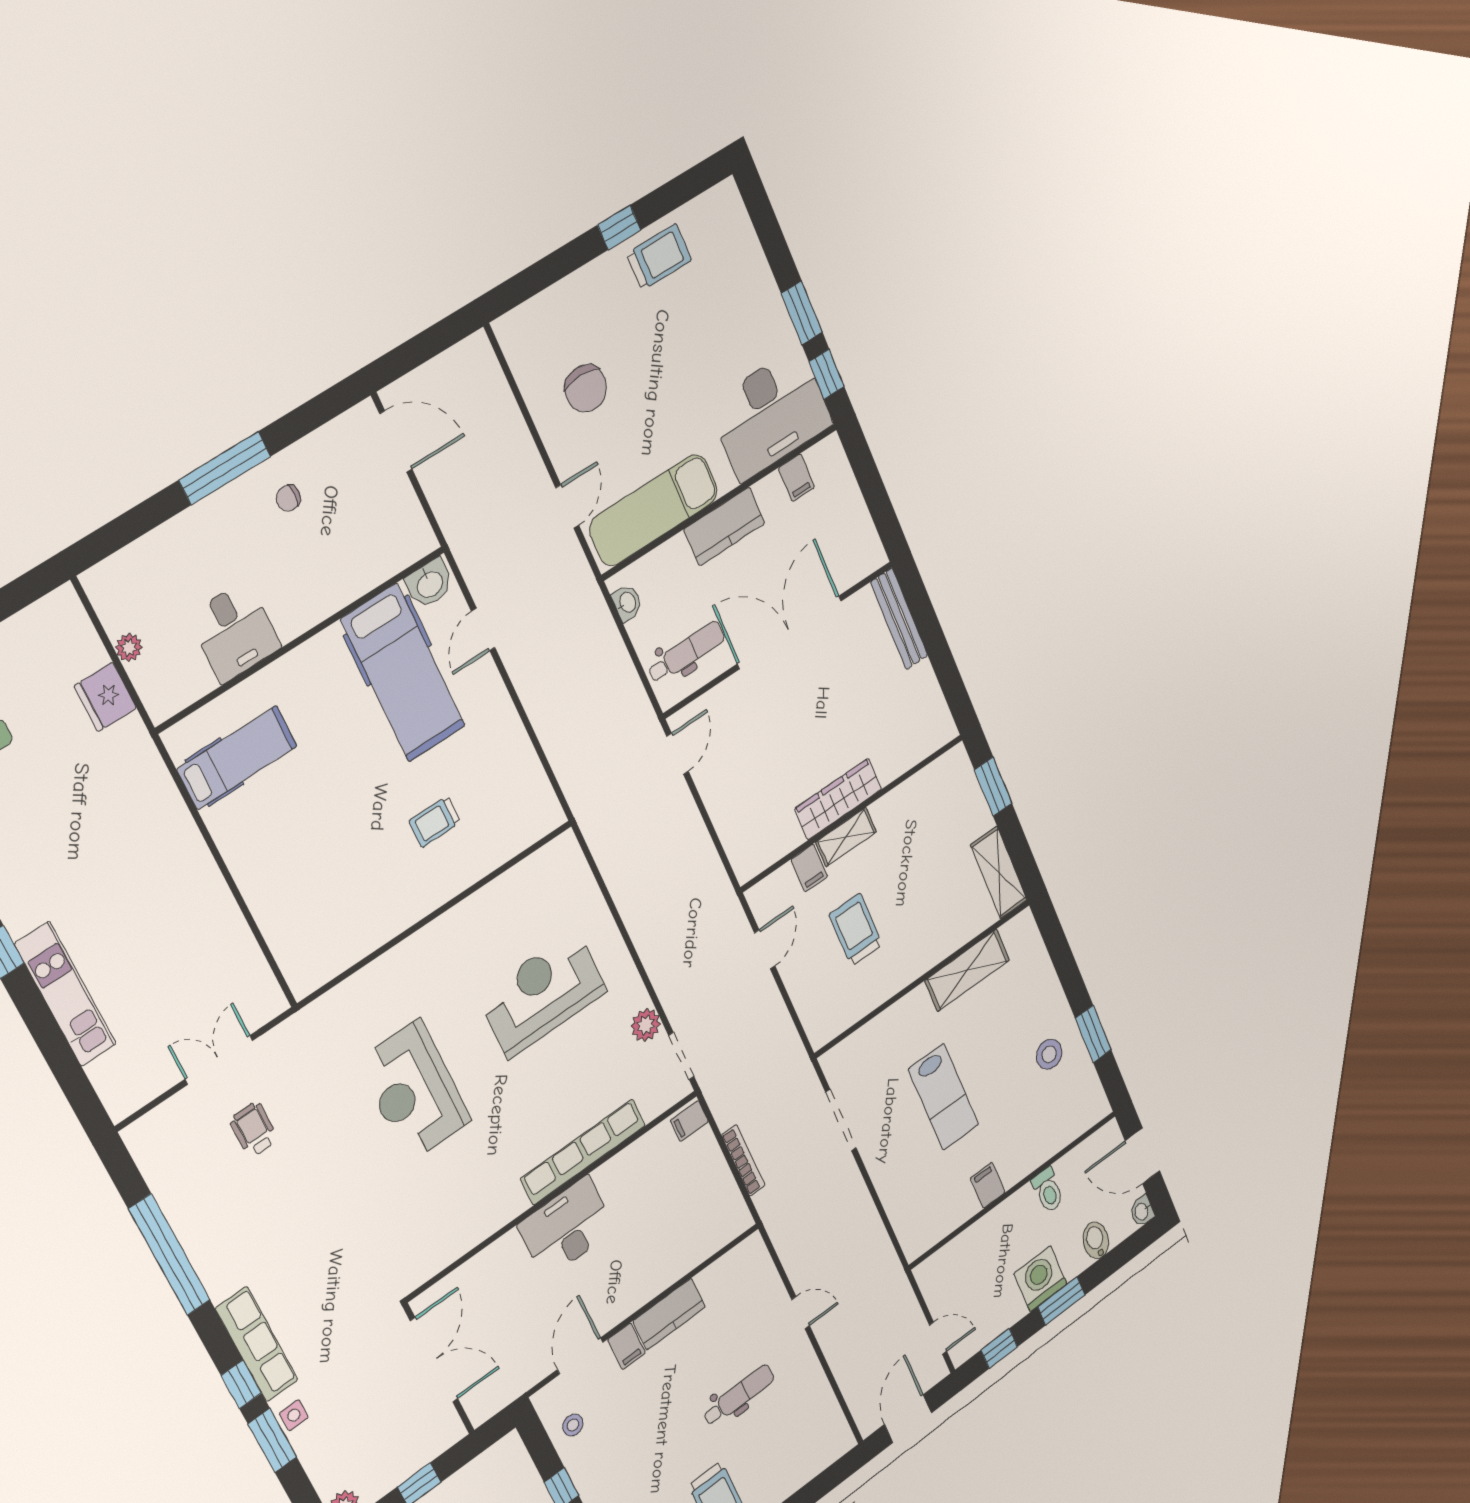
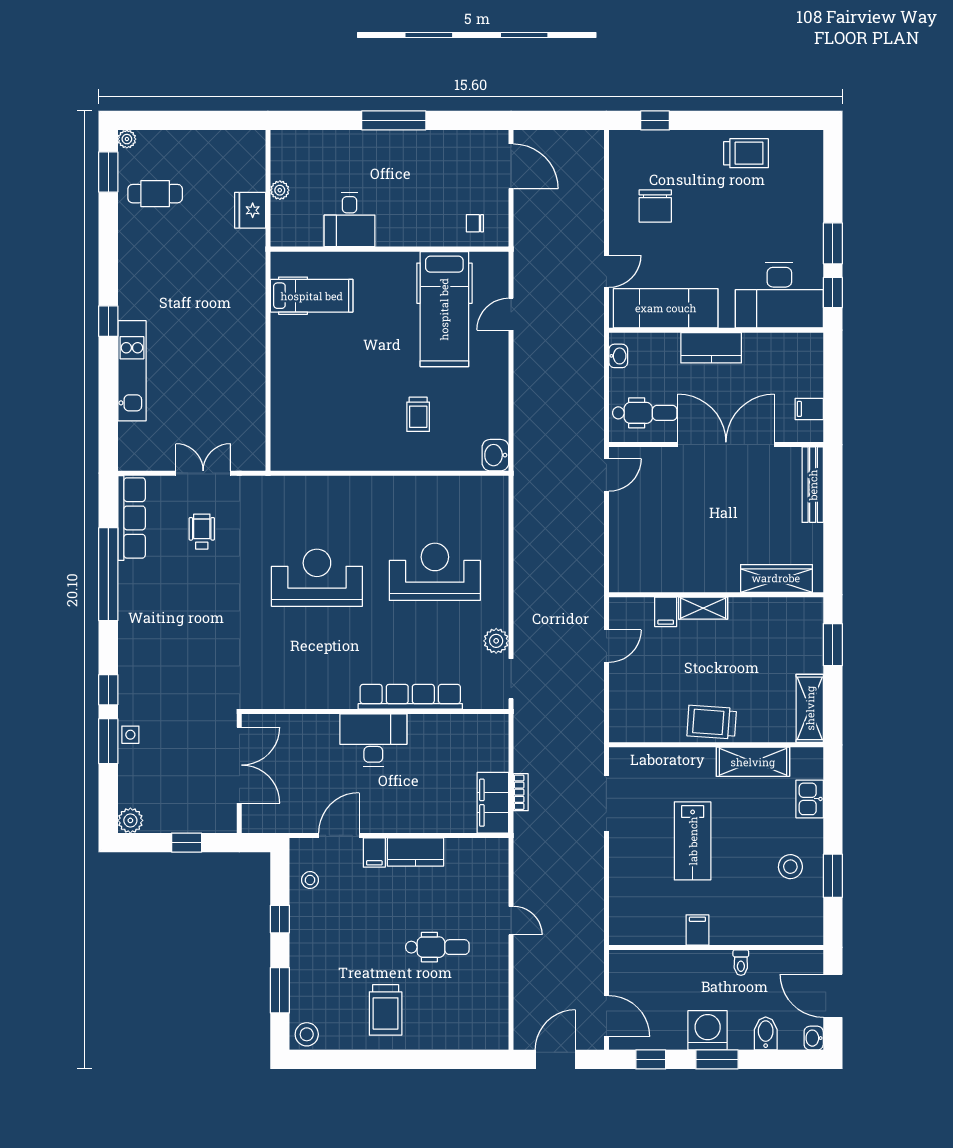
window: (619, 227) -> (655, 120), moved
filing cabinet: (796, 478) -> (809, 409), moved, turned 90
chair: (288, 498) -> (475, 223), moved
washbasin: (429, 584) -> (495, 455), moved, turned 90
wardrobe: (838, 799) -> (776, 578), moved
trolley: (435, 822) -> (418, 414), turned -90
trolley: (856, 930) -> (712, 722), moved, turned -86
kitchen sink: (1038, 970) -> (810, 799), added
reception desk: (414, 1091) -> (317, 578), turned 90
filing cabinet: (689, 1121) -> (493, 803), moved, width x3.00, depth x1.17
bookcase: (743, 1160) -> (521, 792), width x0.64
toilet: (1048, 1190) -> (741, 963), width x0.73, depth x0.72
door: (938, 1338) -> (606, 1016), width x1.38
row of seats: (257, 1344) -> (132, 518), moved

